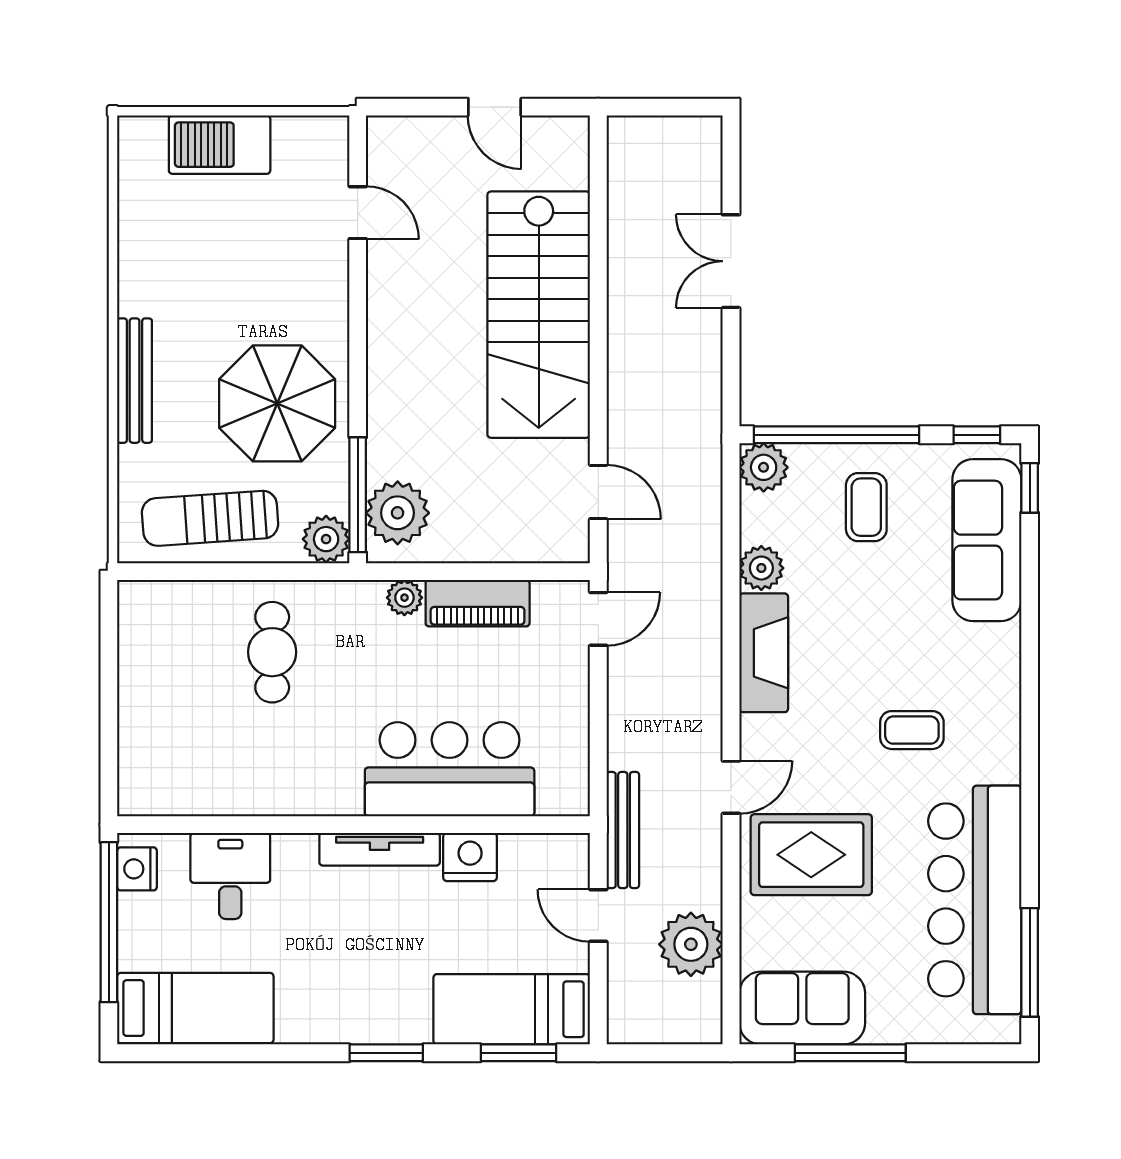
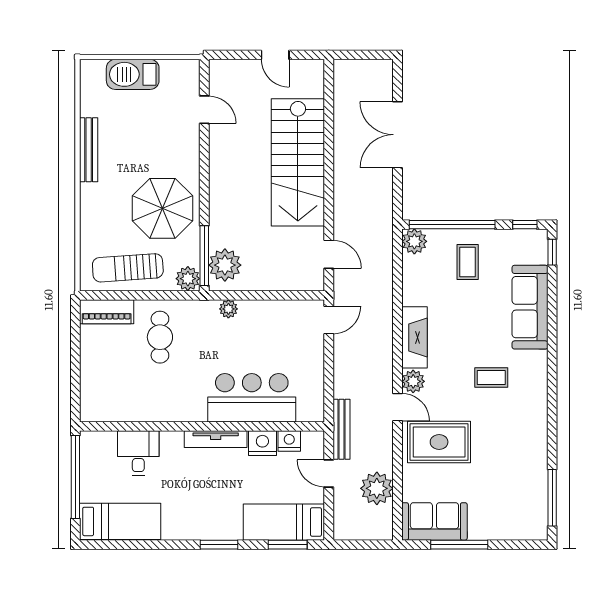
double door: (731, 261) -> (398, 135), width x1.37
bench: (135, 381) -> (89, 150), moved
sofa: (987, 540) -> (530, 307), moved
plant: (761, 568) -> (413, 381), moved
piano: (478, 603) -> (107, 312), moved
door: (731, 787) -> (398, 407), hinge flipped
nightstand: (137, 869) -> (289, 441), moved, turned 90
bar counter: (975, 900) -> (524, 465), removed

